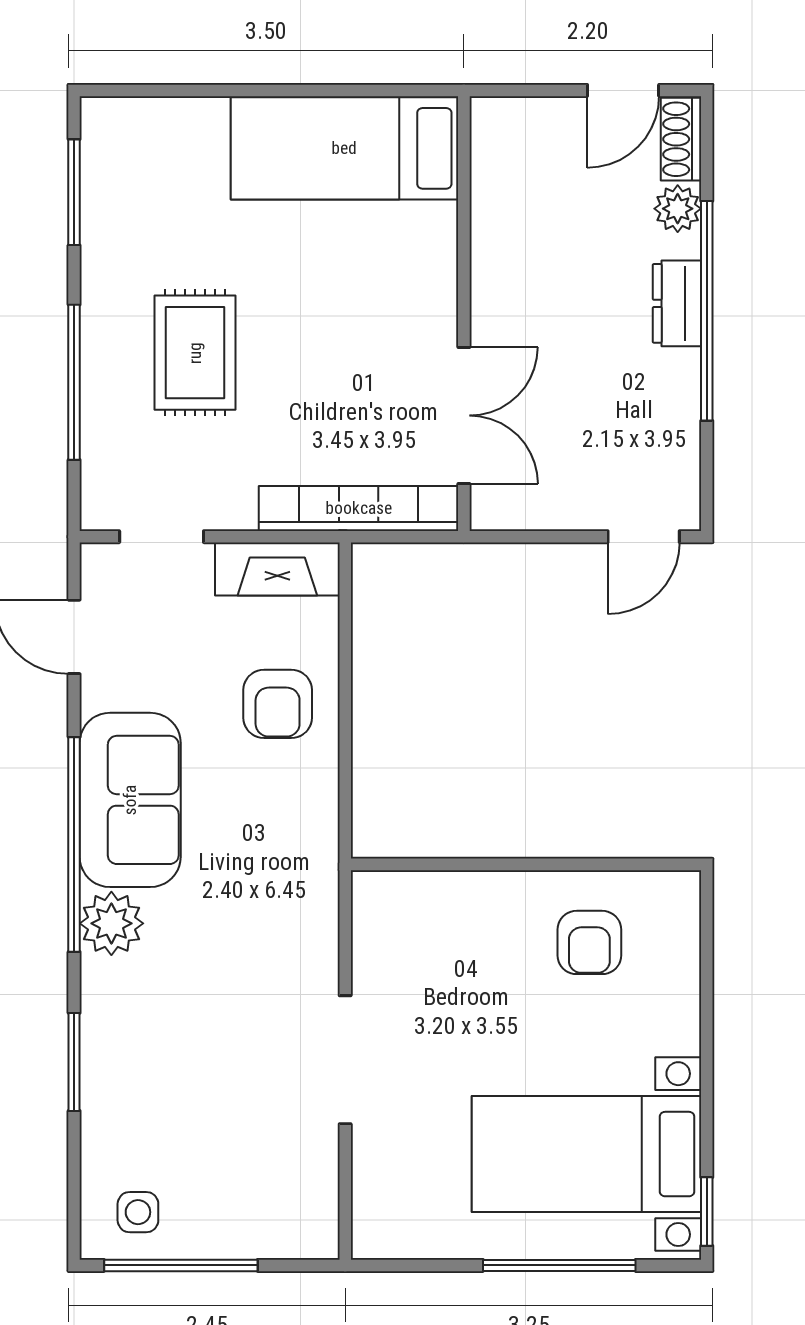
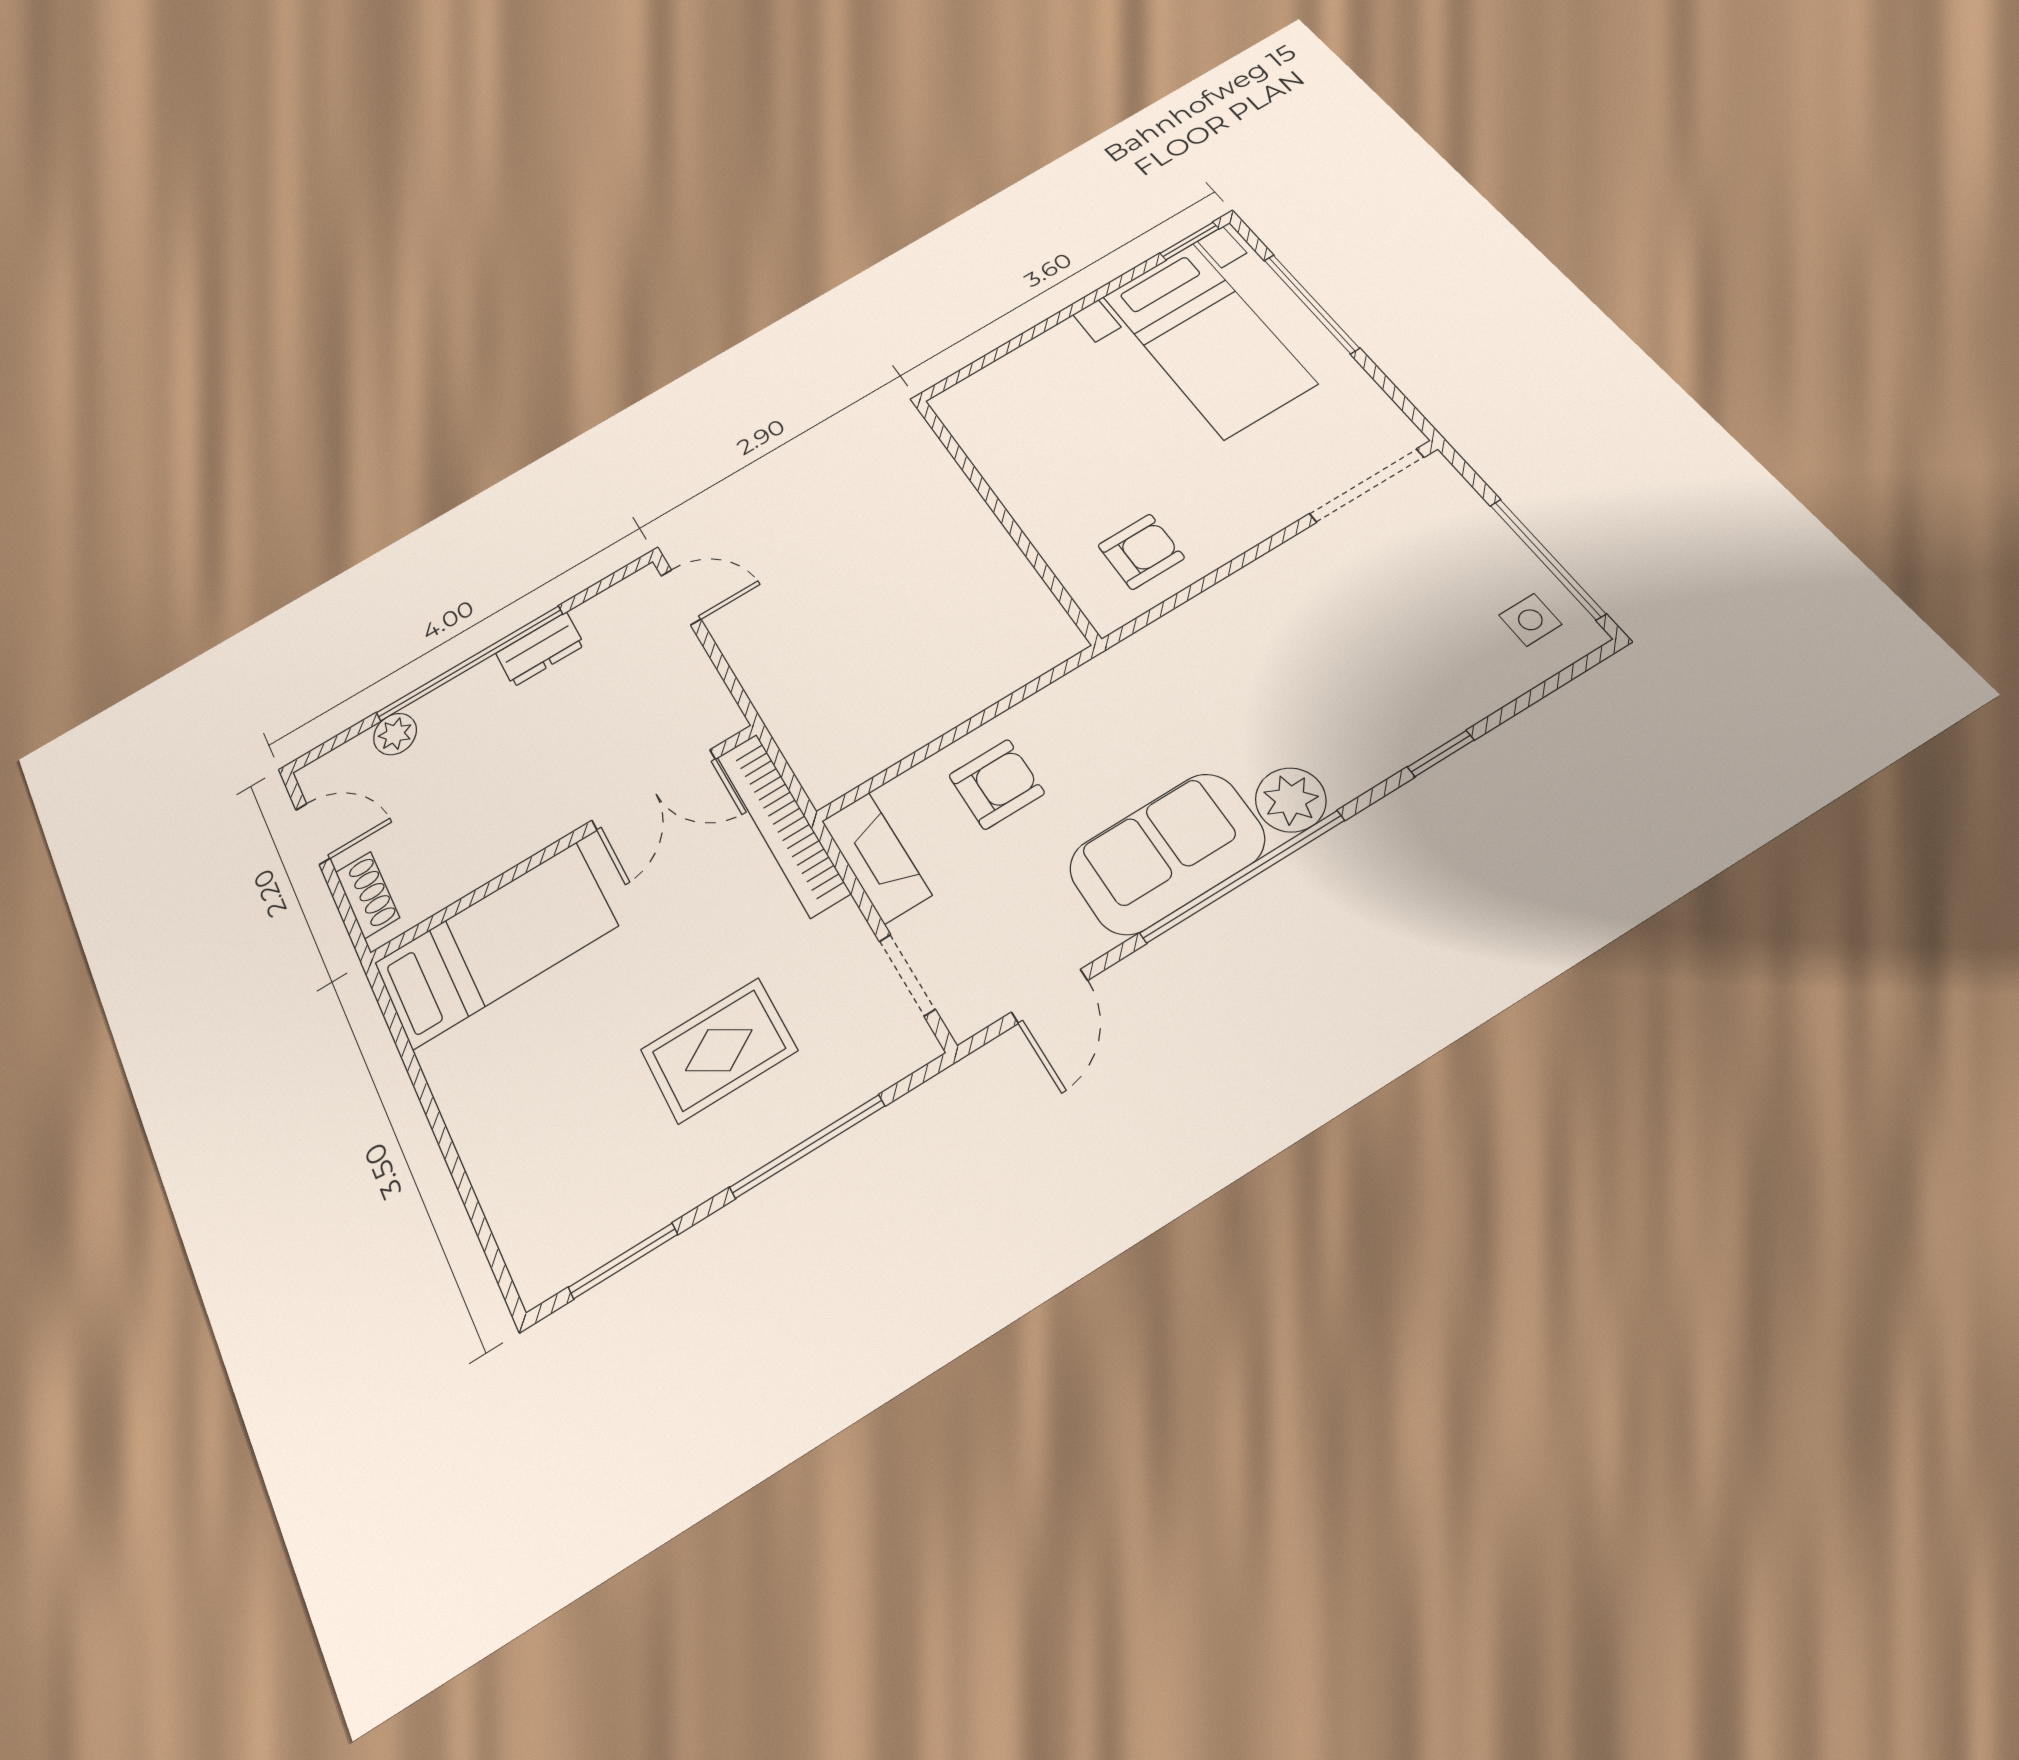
shoe rack: (681, 139) -> (367, 895), moved, turned -90
bed: (344, 148) -> (496, 944), moved, turned -90
dresser: (677, 303) -> (540, 649), moved
double door: (464, 415) -> (654, 790), swing flipped
armchair: (589, 942) -> (1141, 552), moved
doorway: (345, 1060) -> (1367, 485), moved
window: (74, 1062) -> (1441, 754), width x0.67

